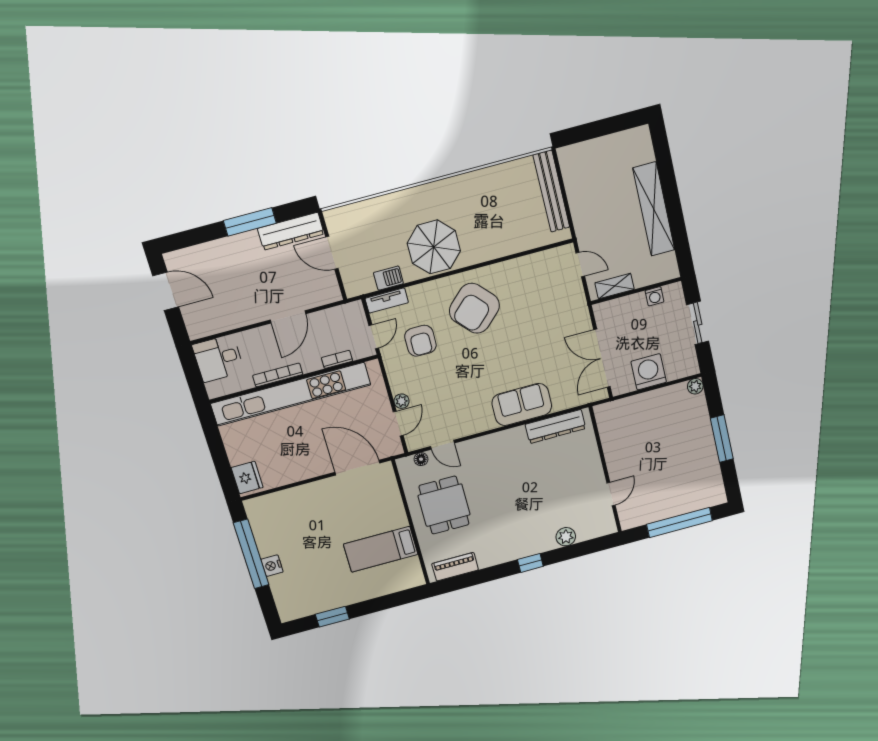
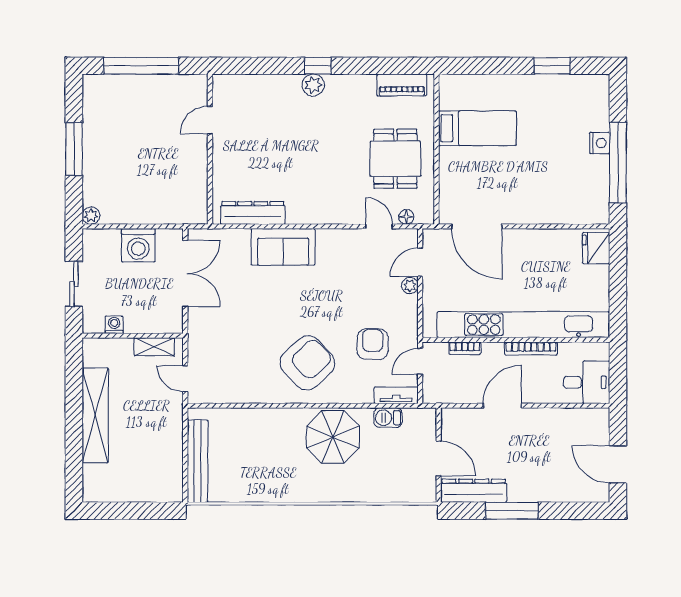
plant: (566, 537) -> (313, 85), moved

